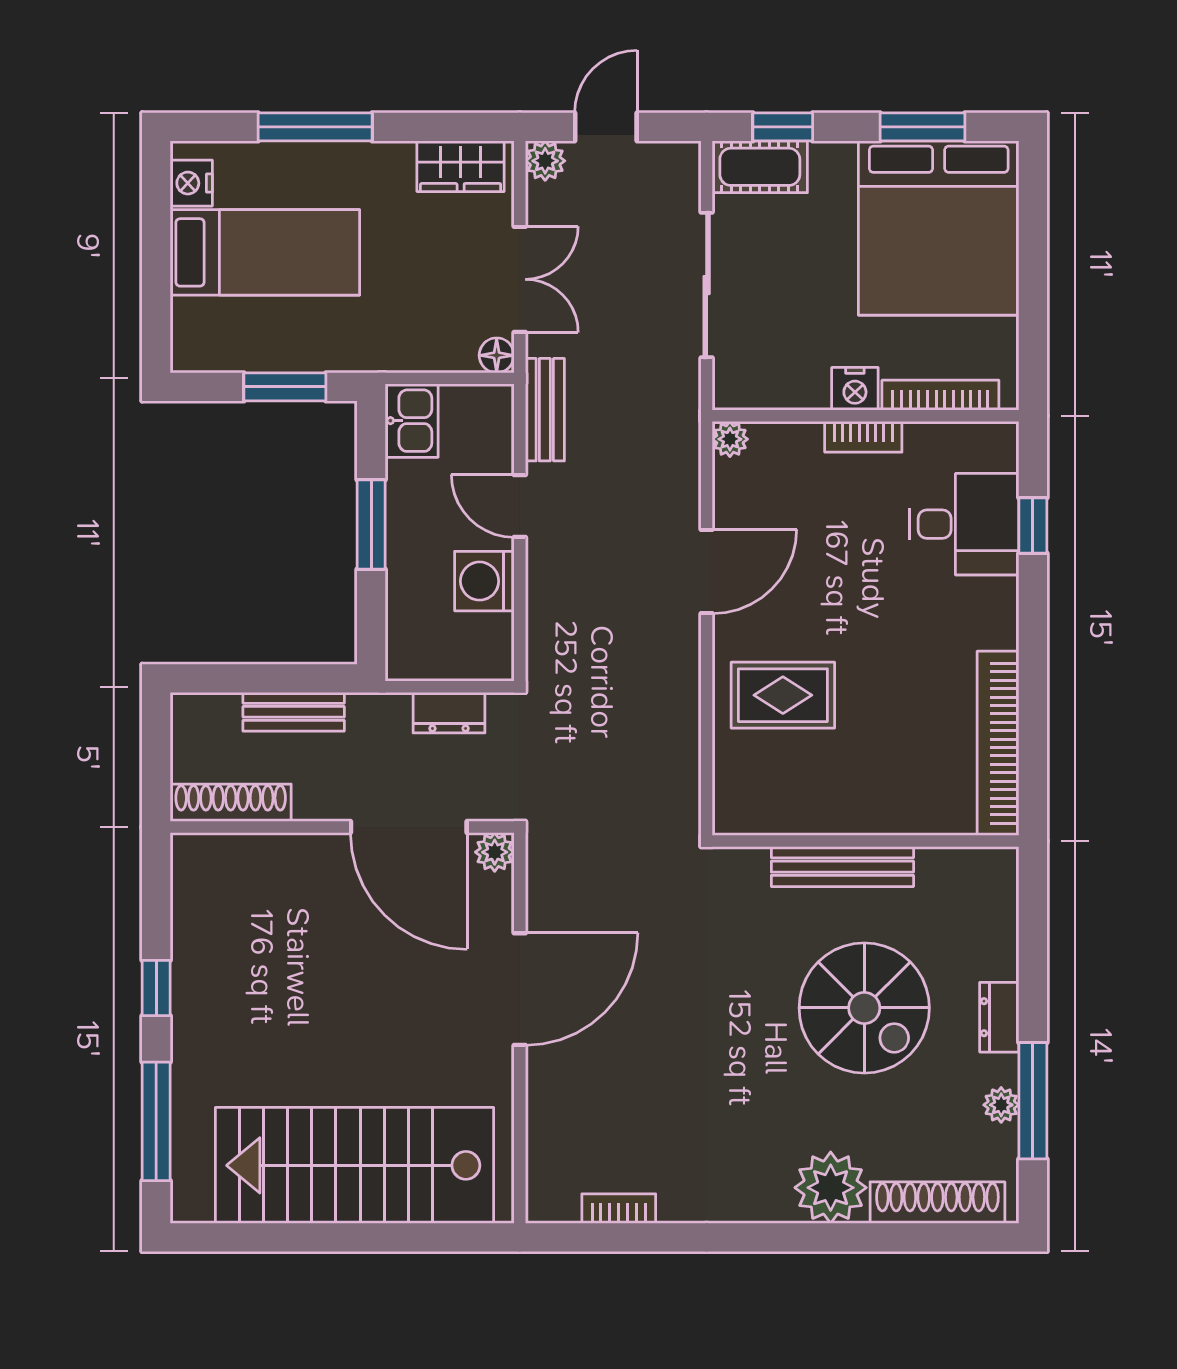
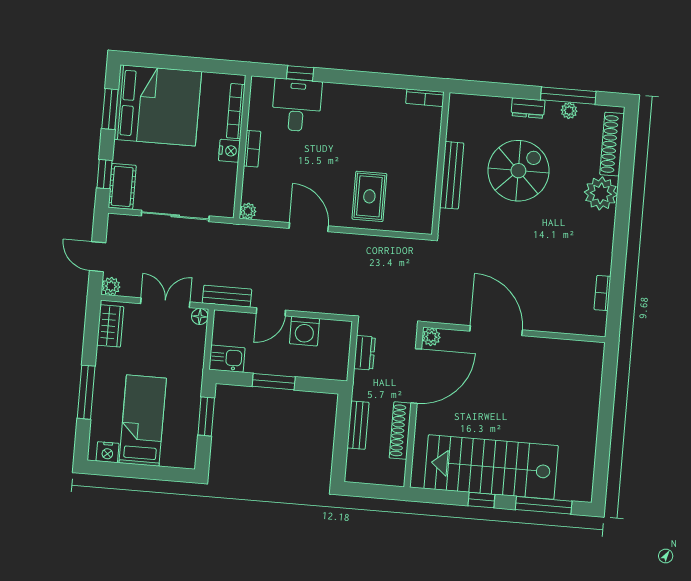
bookcase: (998, 743) -> (425, 98), width x0.43, depth x0.76
shoe rack: (231, 803) -> (400, 431), moved
stairs: (354, 1165) -> (491, 467), moved, turned 90

